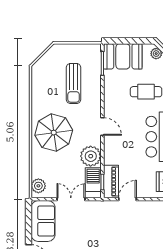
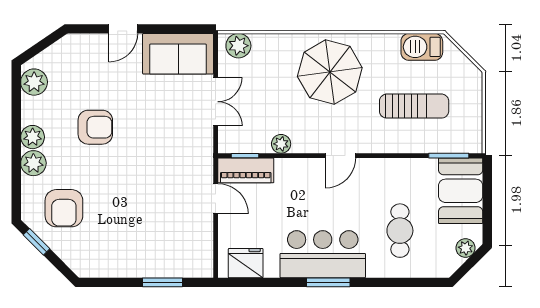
sun lounger: (74, 84) -> (414, 106), turned 180
plant: (91, 156) -> (281, 144), width x0.53, depth x0.53
barbecue: (93, 180) -> (422, 47), moved, turned 180

